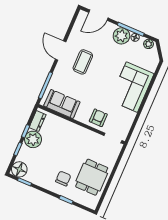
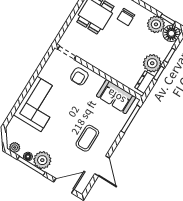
door: (61, 50) -> (102, 166), moved
plant: (35, 176) -> (156, 24), added

